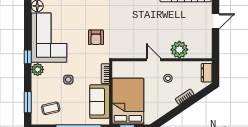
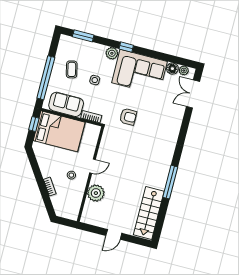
door: (216, 21) -> (114, 234), hinge flipped
armchair: (96, 37) -> (128, 117), turned 180
dresser: (207, 73) -> (67, 213), removed
coffee table: (51, 108) -> (72, 69), moved

